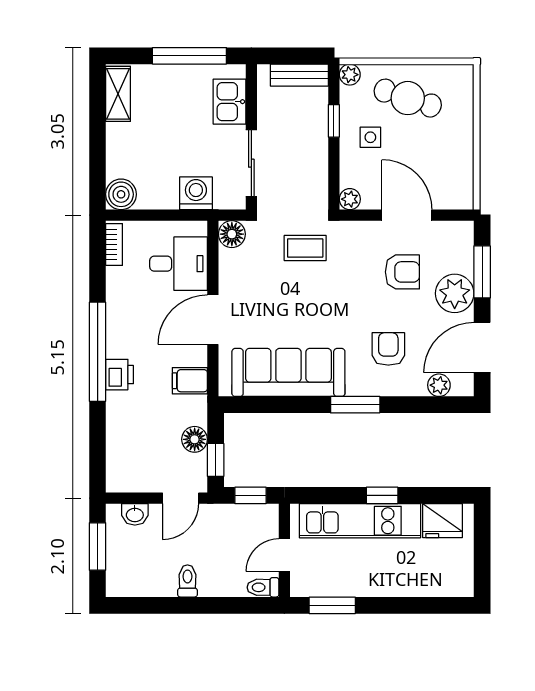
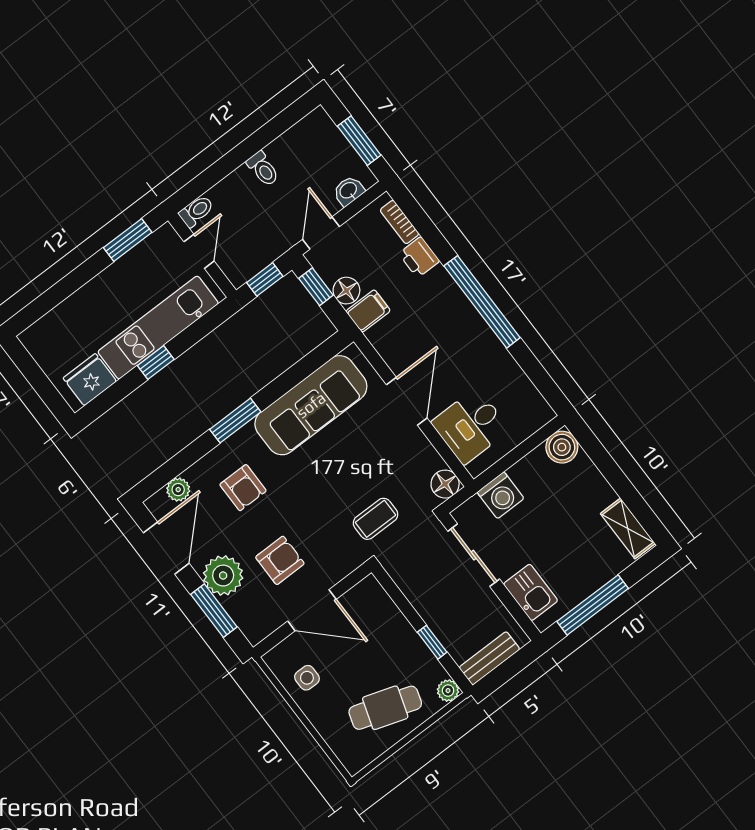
side table: (370, 137) -> (307, 678), moved
plant: (350, 199) -> (369, 587), removed
bookcase: (114, 244) -> (400, 222), moved
armchair: (402, 272) -> (280, 560), turned 180
printer: (120, 375) -> (419, 257), moved
filing cabinet: (190, 381) -> (368, 311), moved

